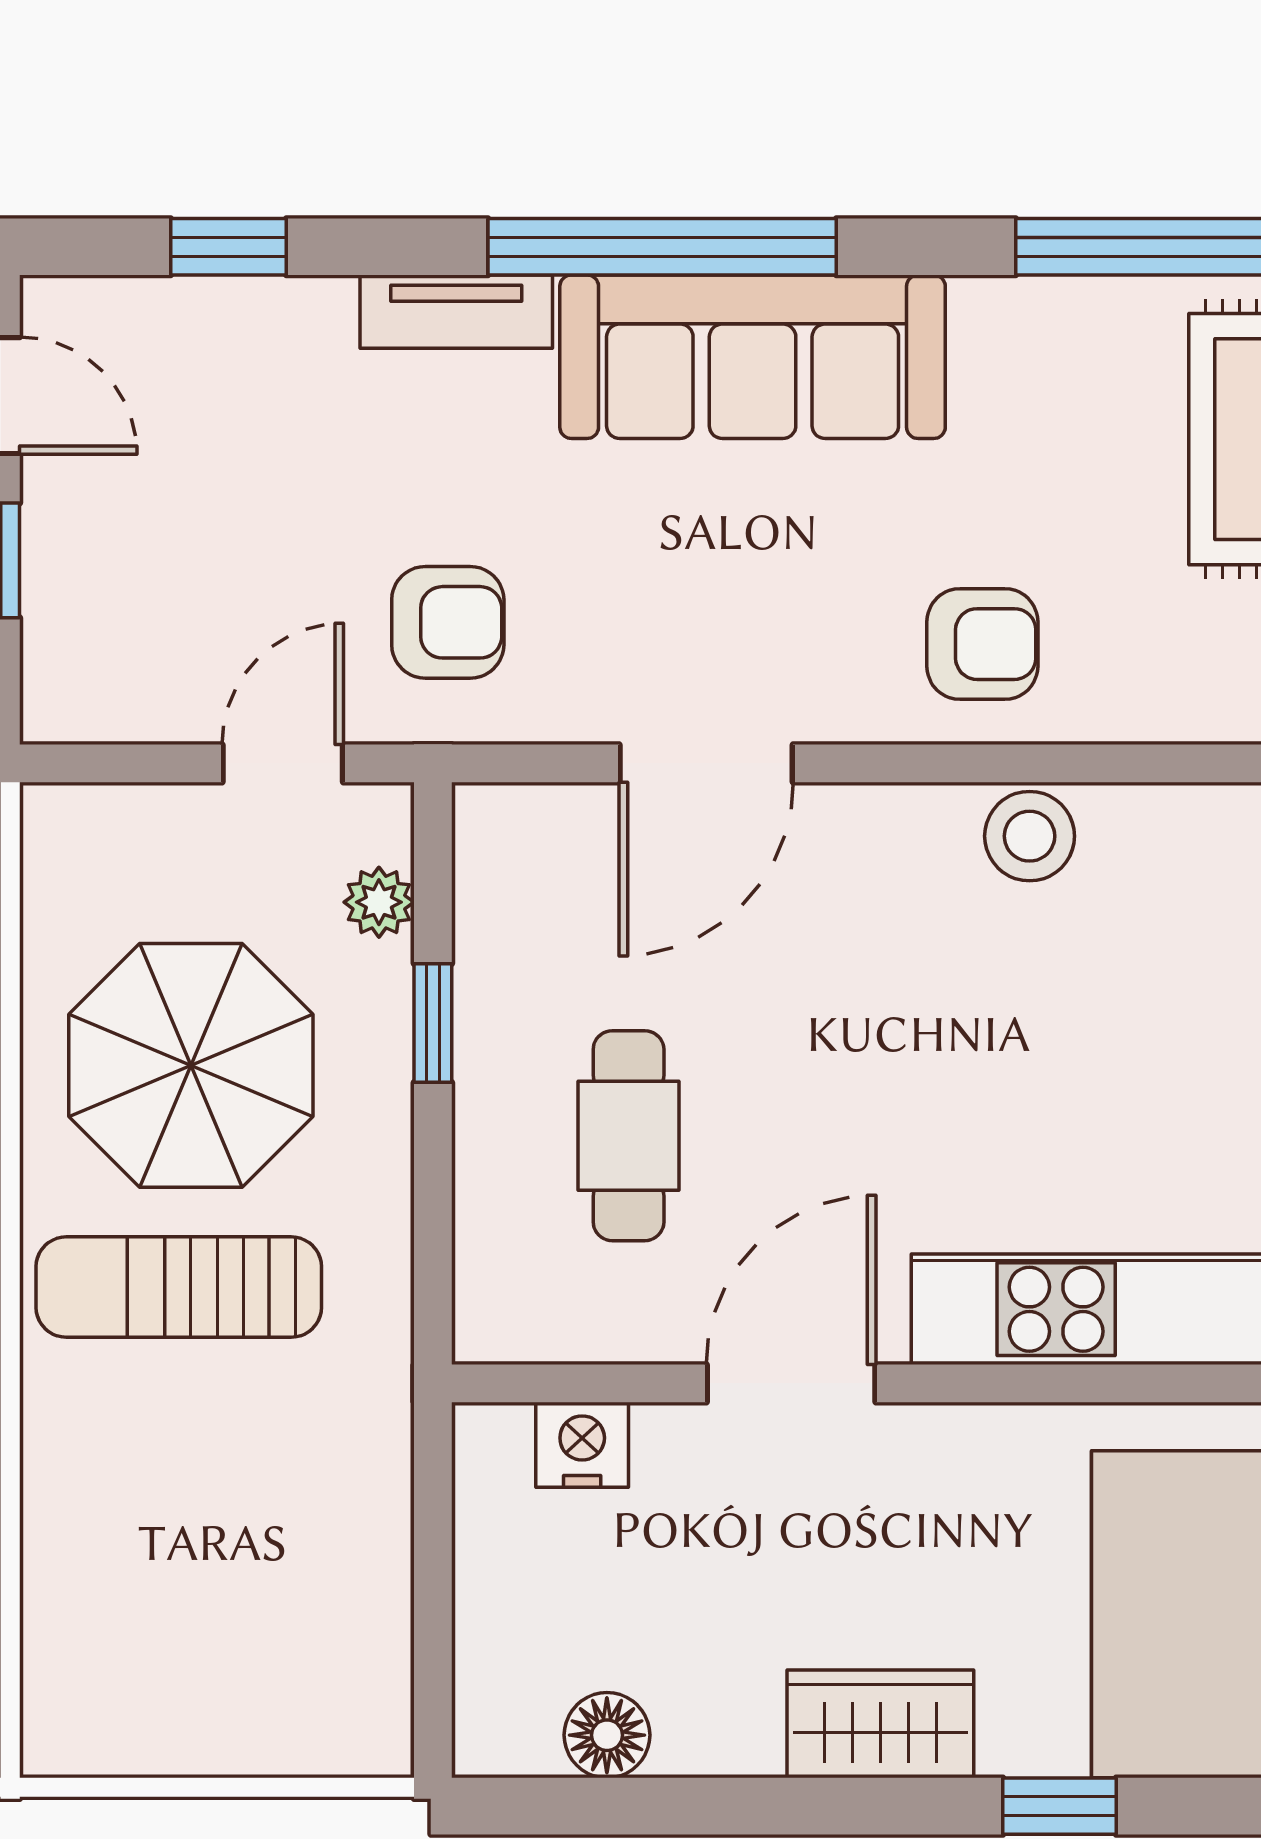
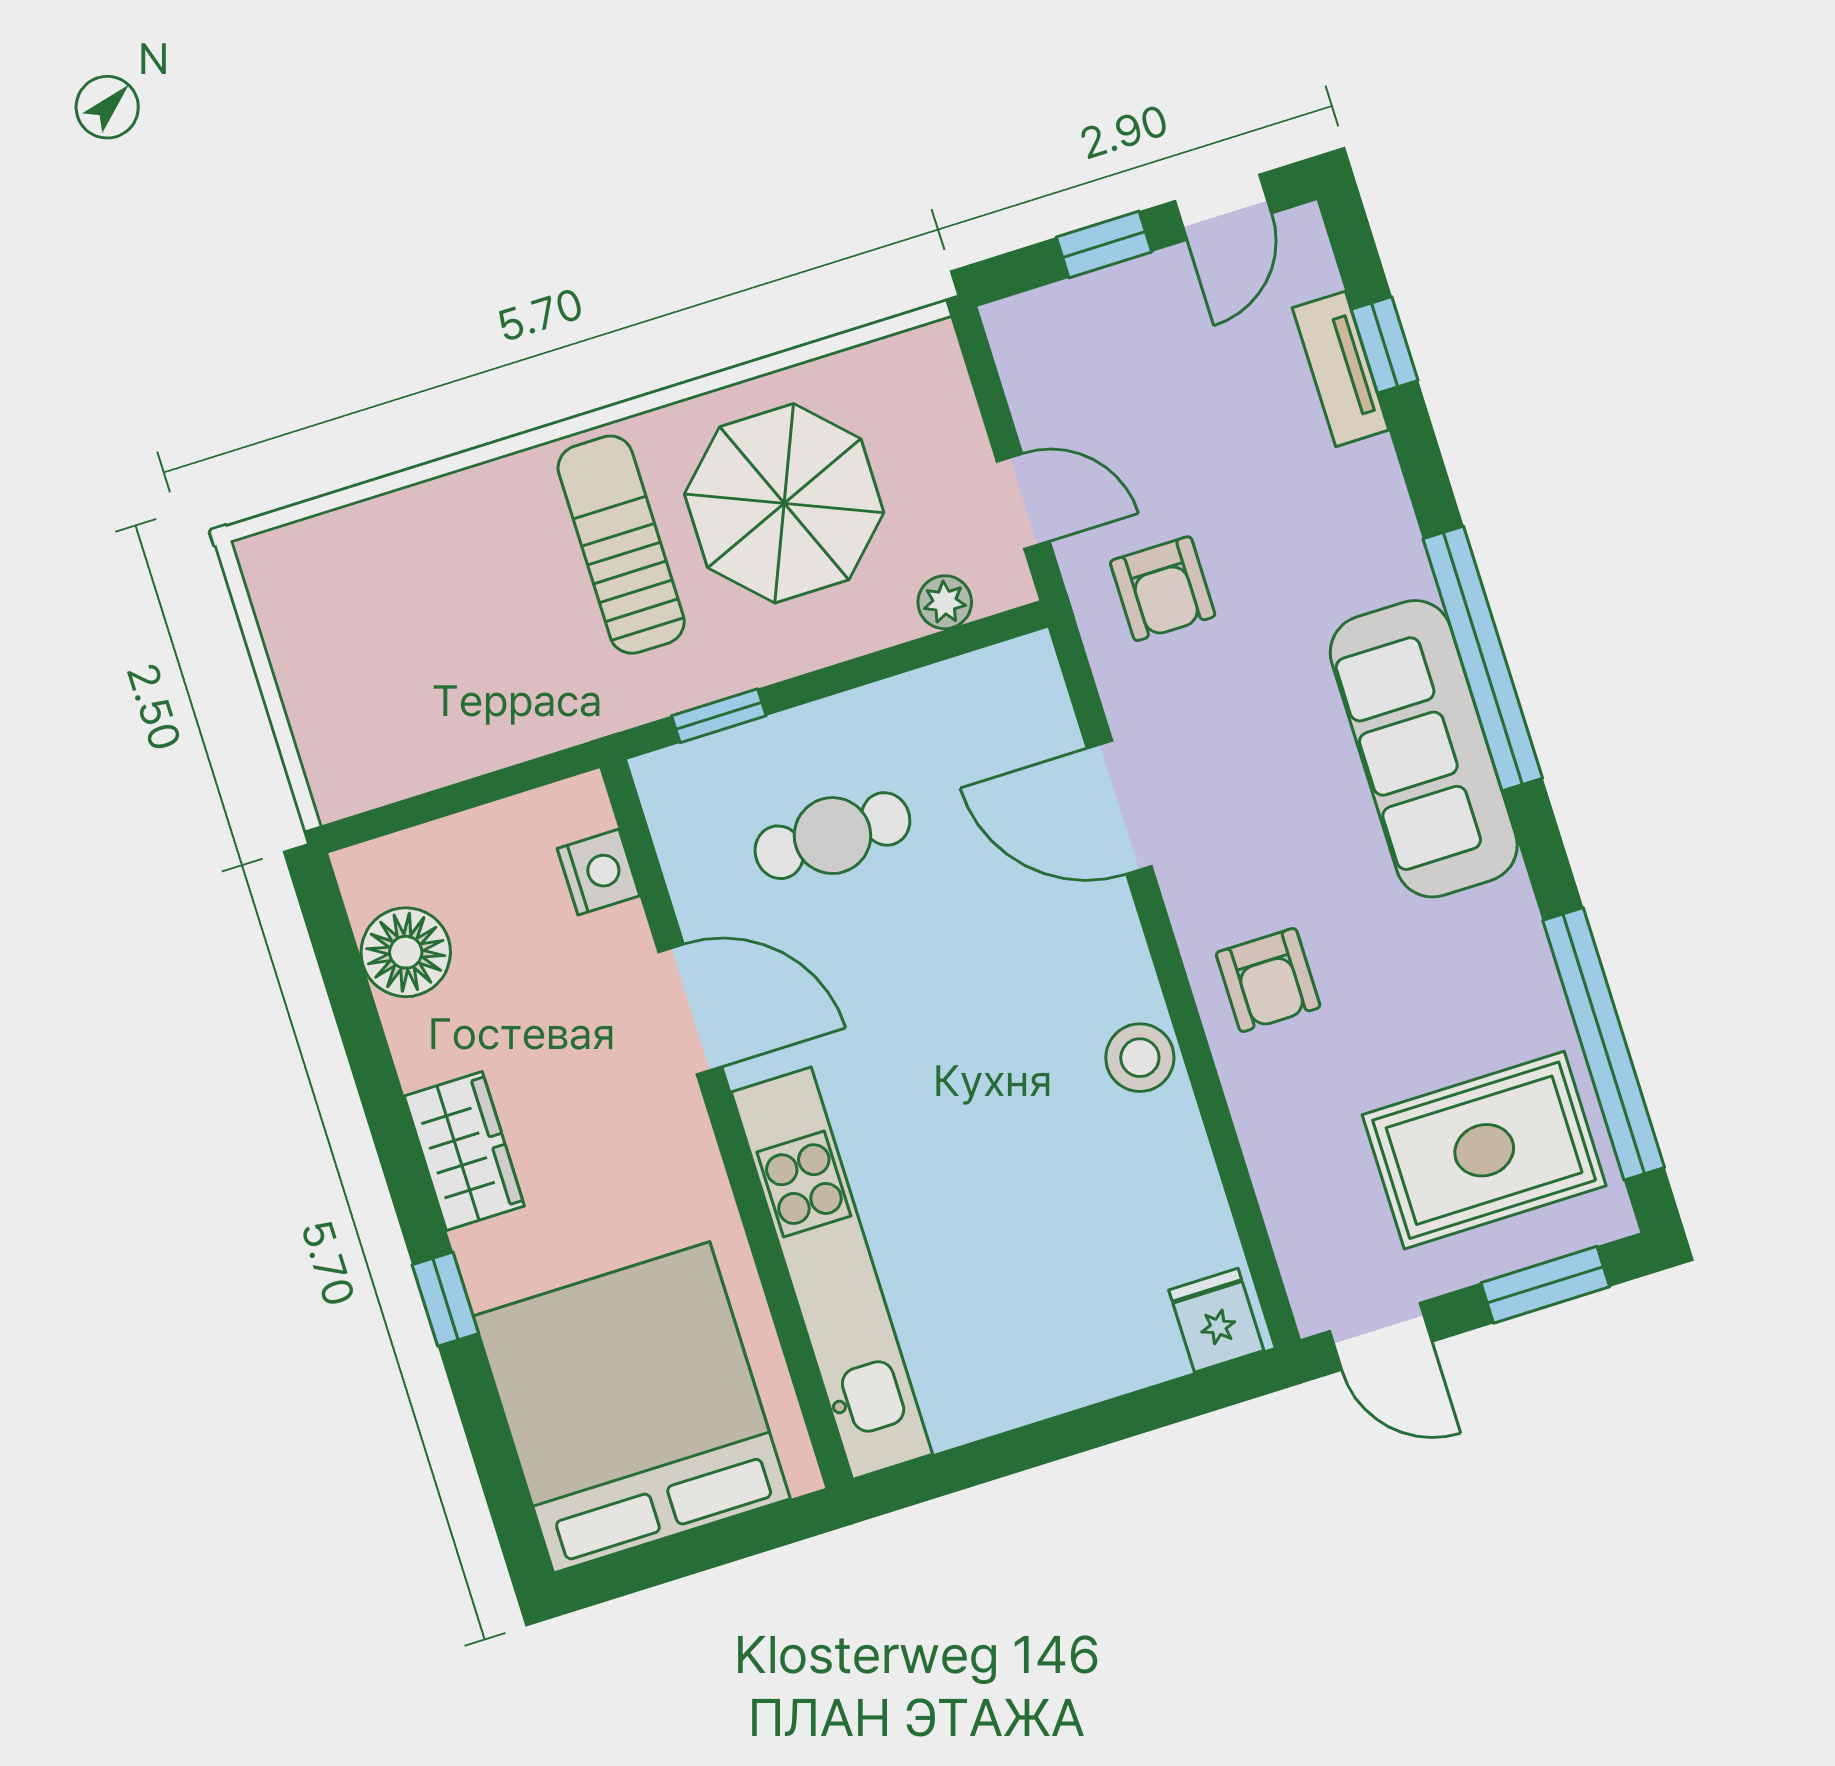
tv unit: (456, 312) -> (1341, 369), moved
window: (433, 1023) -> (719, 716), moved
floor lamp: (607, 1735) -> (406, 952), width x1.38, depth x1.38

